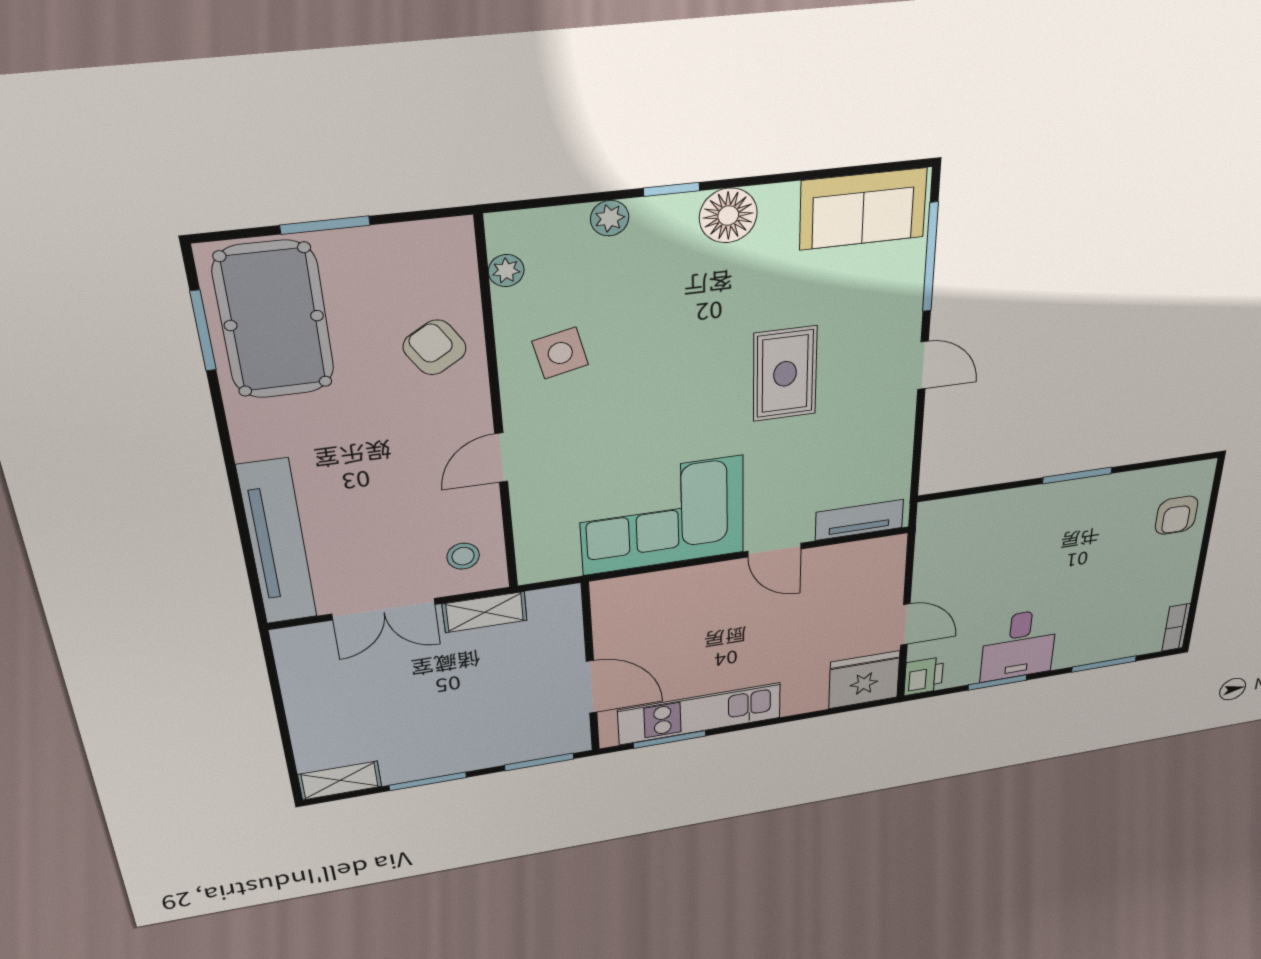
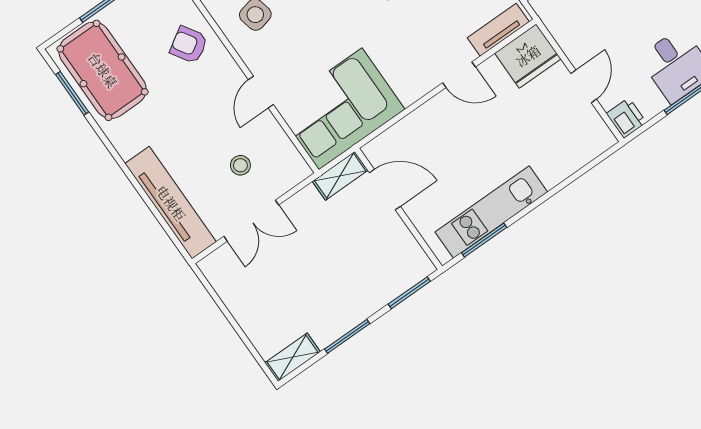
corner sofa: (662, 516) -> (340, 109), moved
stool: (463, 556) -> (240, 165), moved
shelving: (485, 612) -> (340, 176), moved
door: (905, 624) -> (584, 86), hinge flipped
fridge: (864, 680) -> (528, 56), moved, turned 180
door: (592, 687) -> (385, 189), moved

